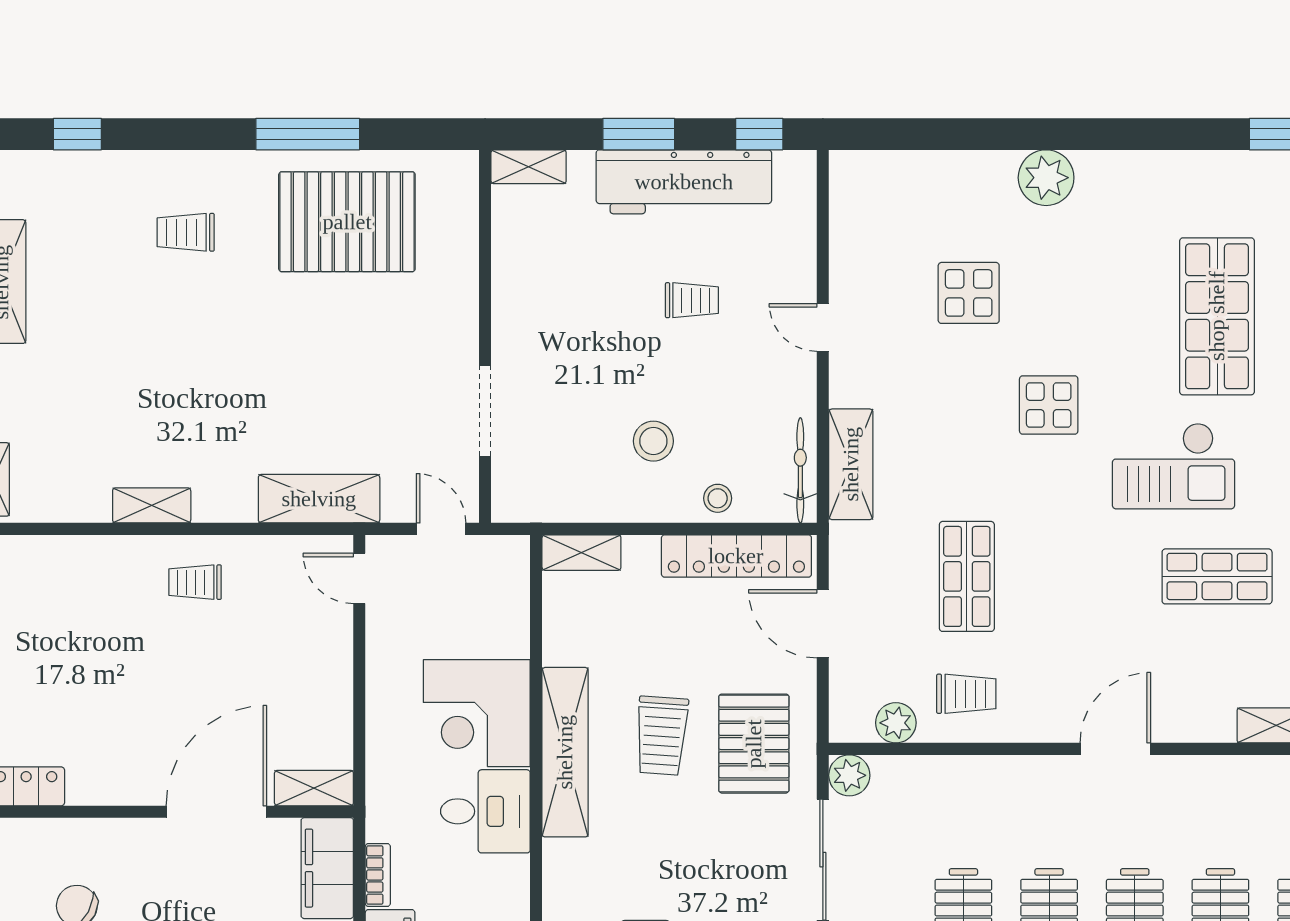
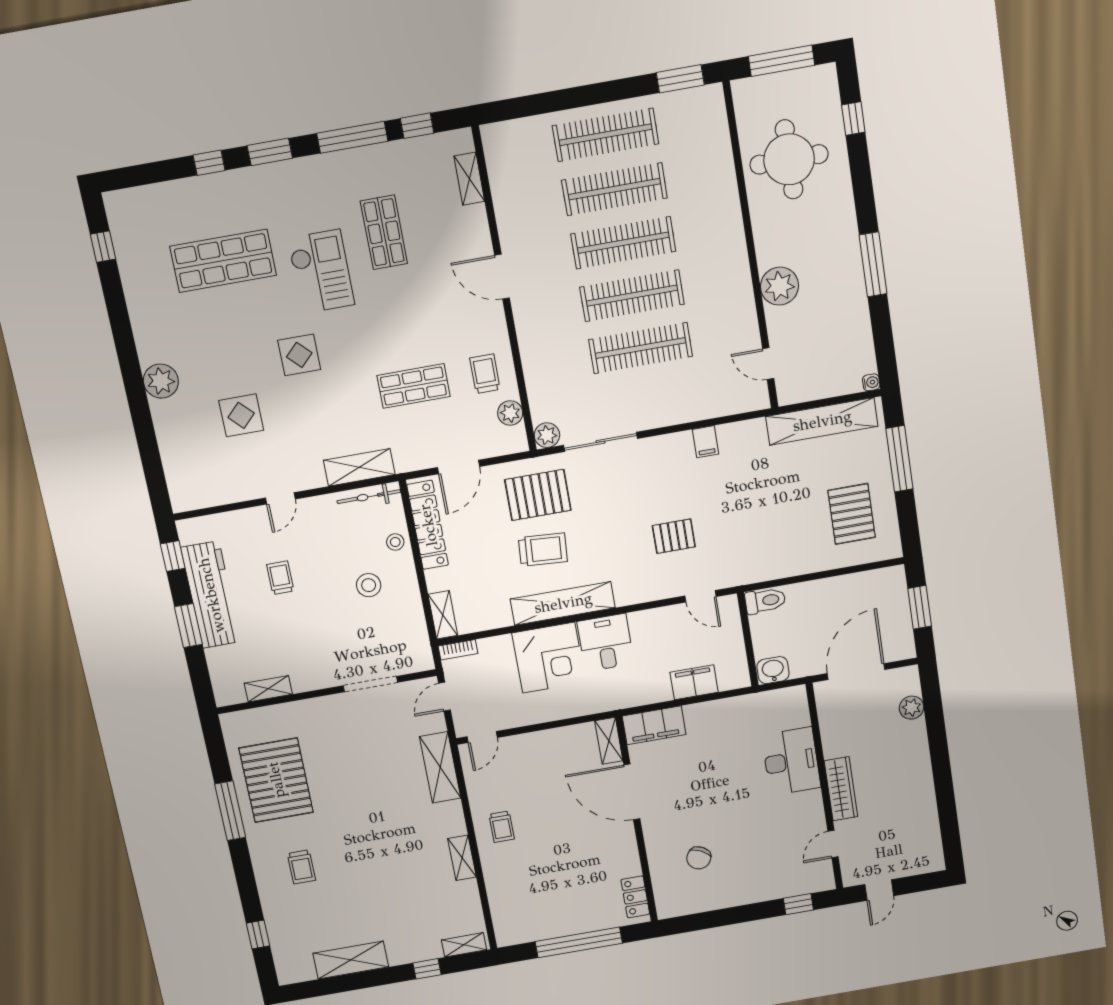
shelving: (529, 167) -> (268, 689), moved, turned 90
bookcase: (378, 875) -> (458, 650), moved, turned 180

